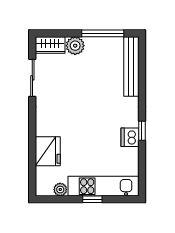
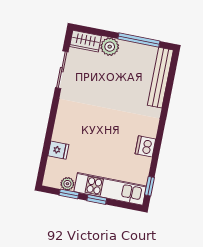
window: (142, 131) -> (150, 186), moved
fridge: (48, 151) -> (58, 150), width x0.53, depth x0.75
window: (64, 199) -> (69, 194), added

